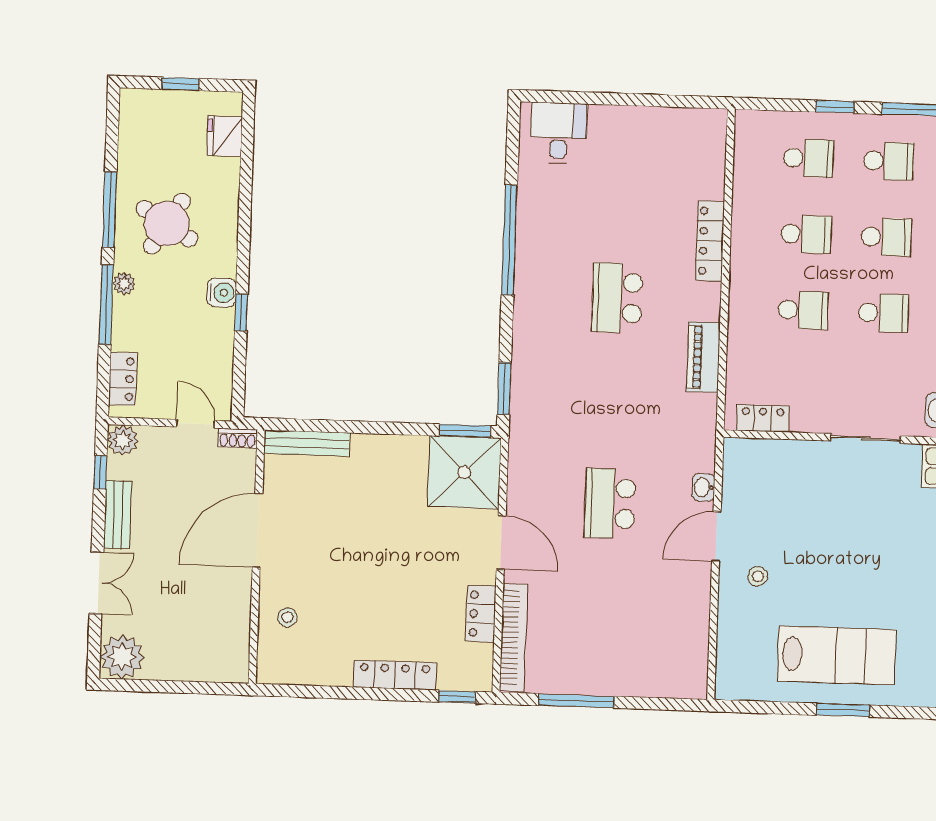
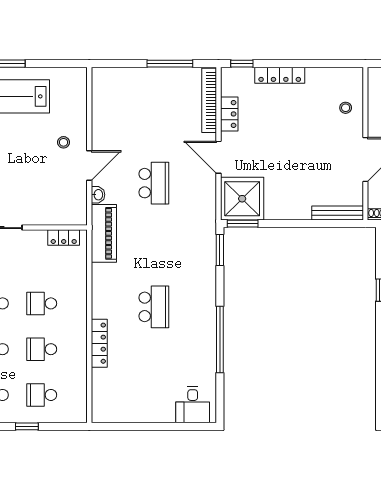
piano: (703, 357) -> (104, 233), moved, width x1.37, depth x1.33

